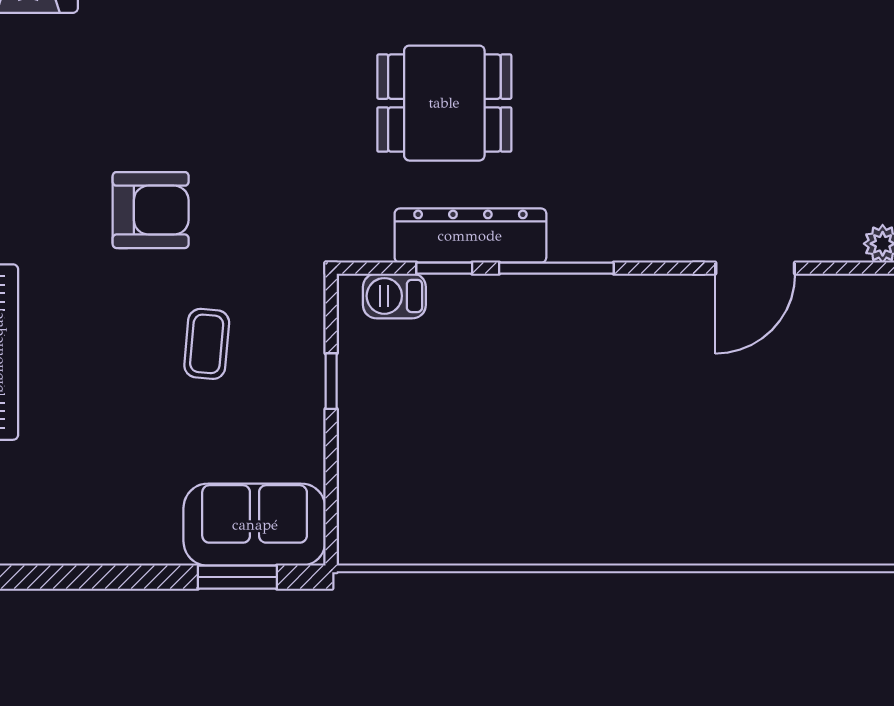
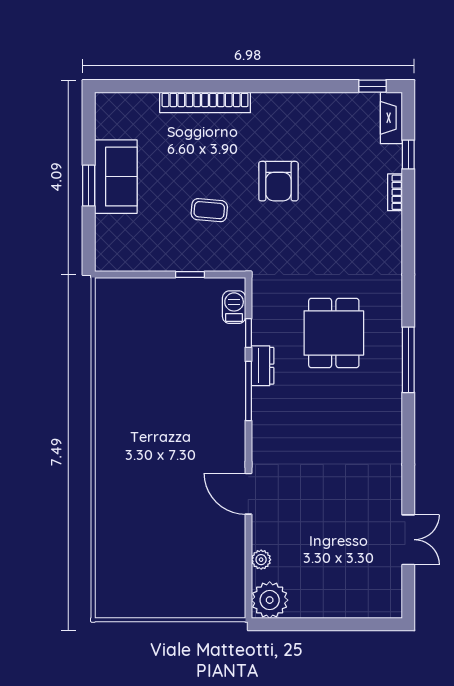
dresser: (470, 236) -> (263, 366), width x0.51, depth x0.80
sofa: (255, 525) -> (116, 177), moved
window: (237, 577) -> (89, 186), moved

